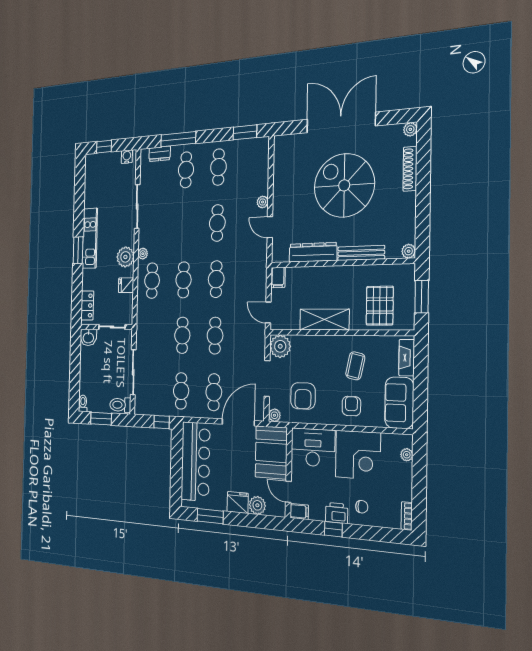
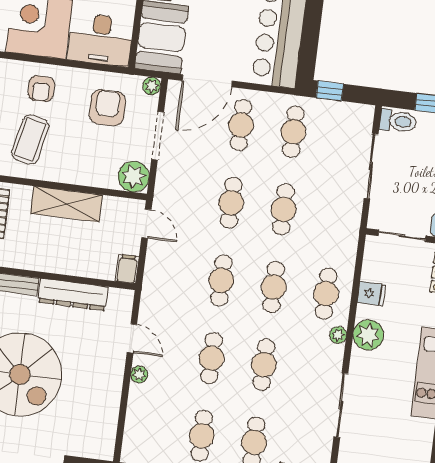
cafe table: (185, 225) -> (264, 365), added
coffee table: (355, 366) -> (30, 140), width x1.36, depth x1.30

